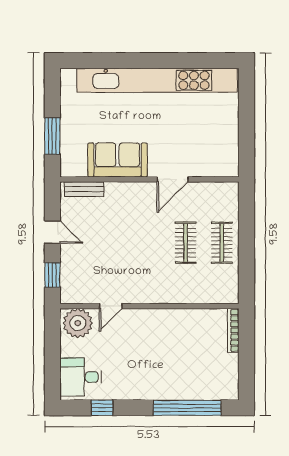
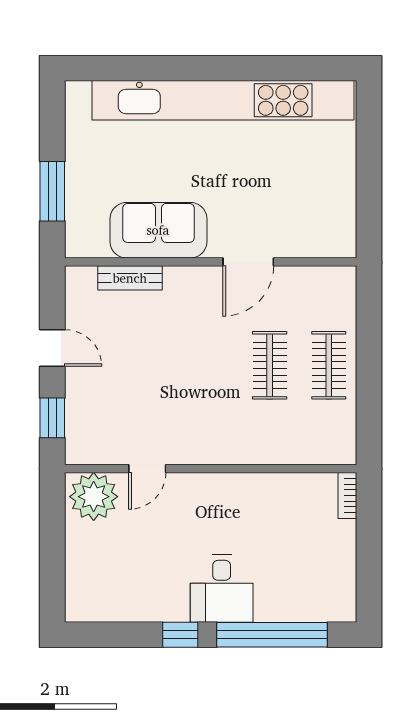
bench: (84, 189) -> (130, 278), moved
bookcase: (233, 330) -> (347, 495), width x0.64
desk: (81, 377) -> (222, 589), moved, turned -90
window: (102, 408) -> (180, 635), moved

